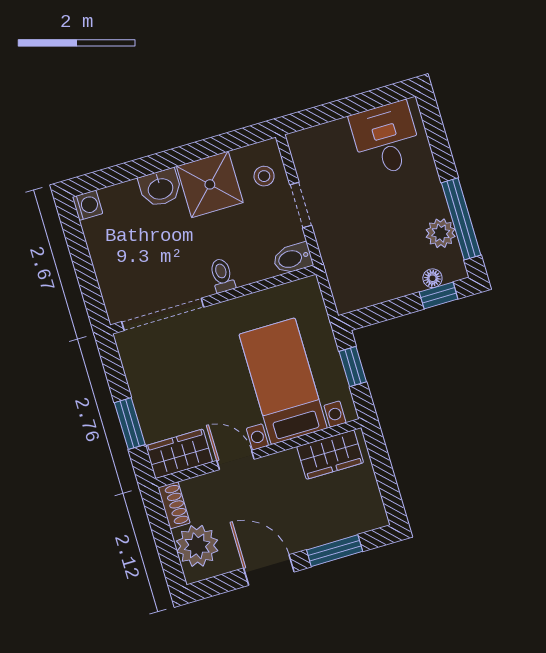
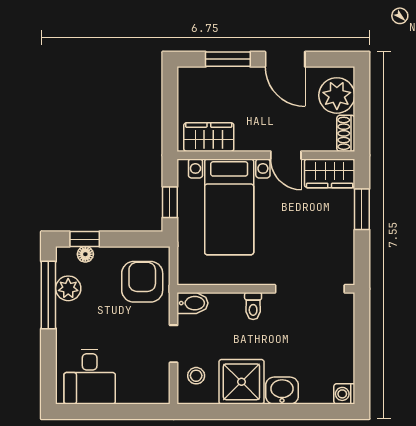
armchair: (358, 266) -> (142, 282), added

